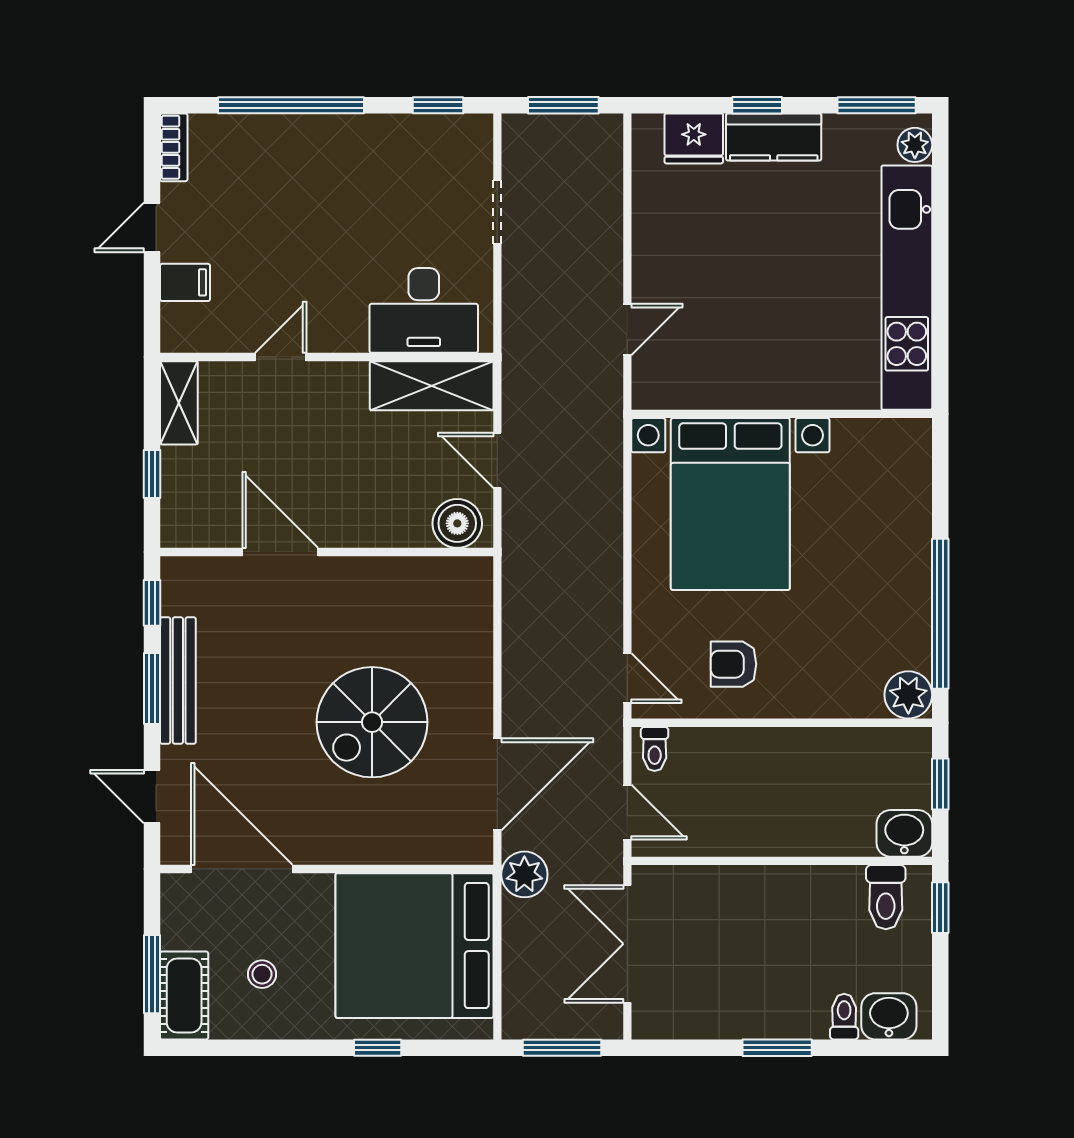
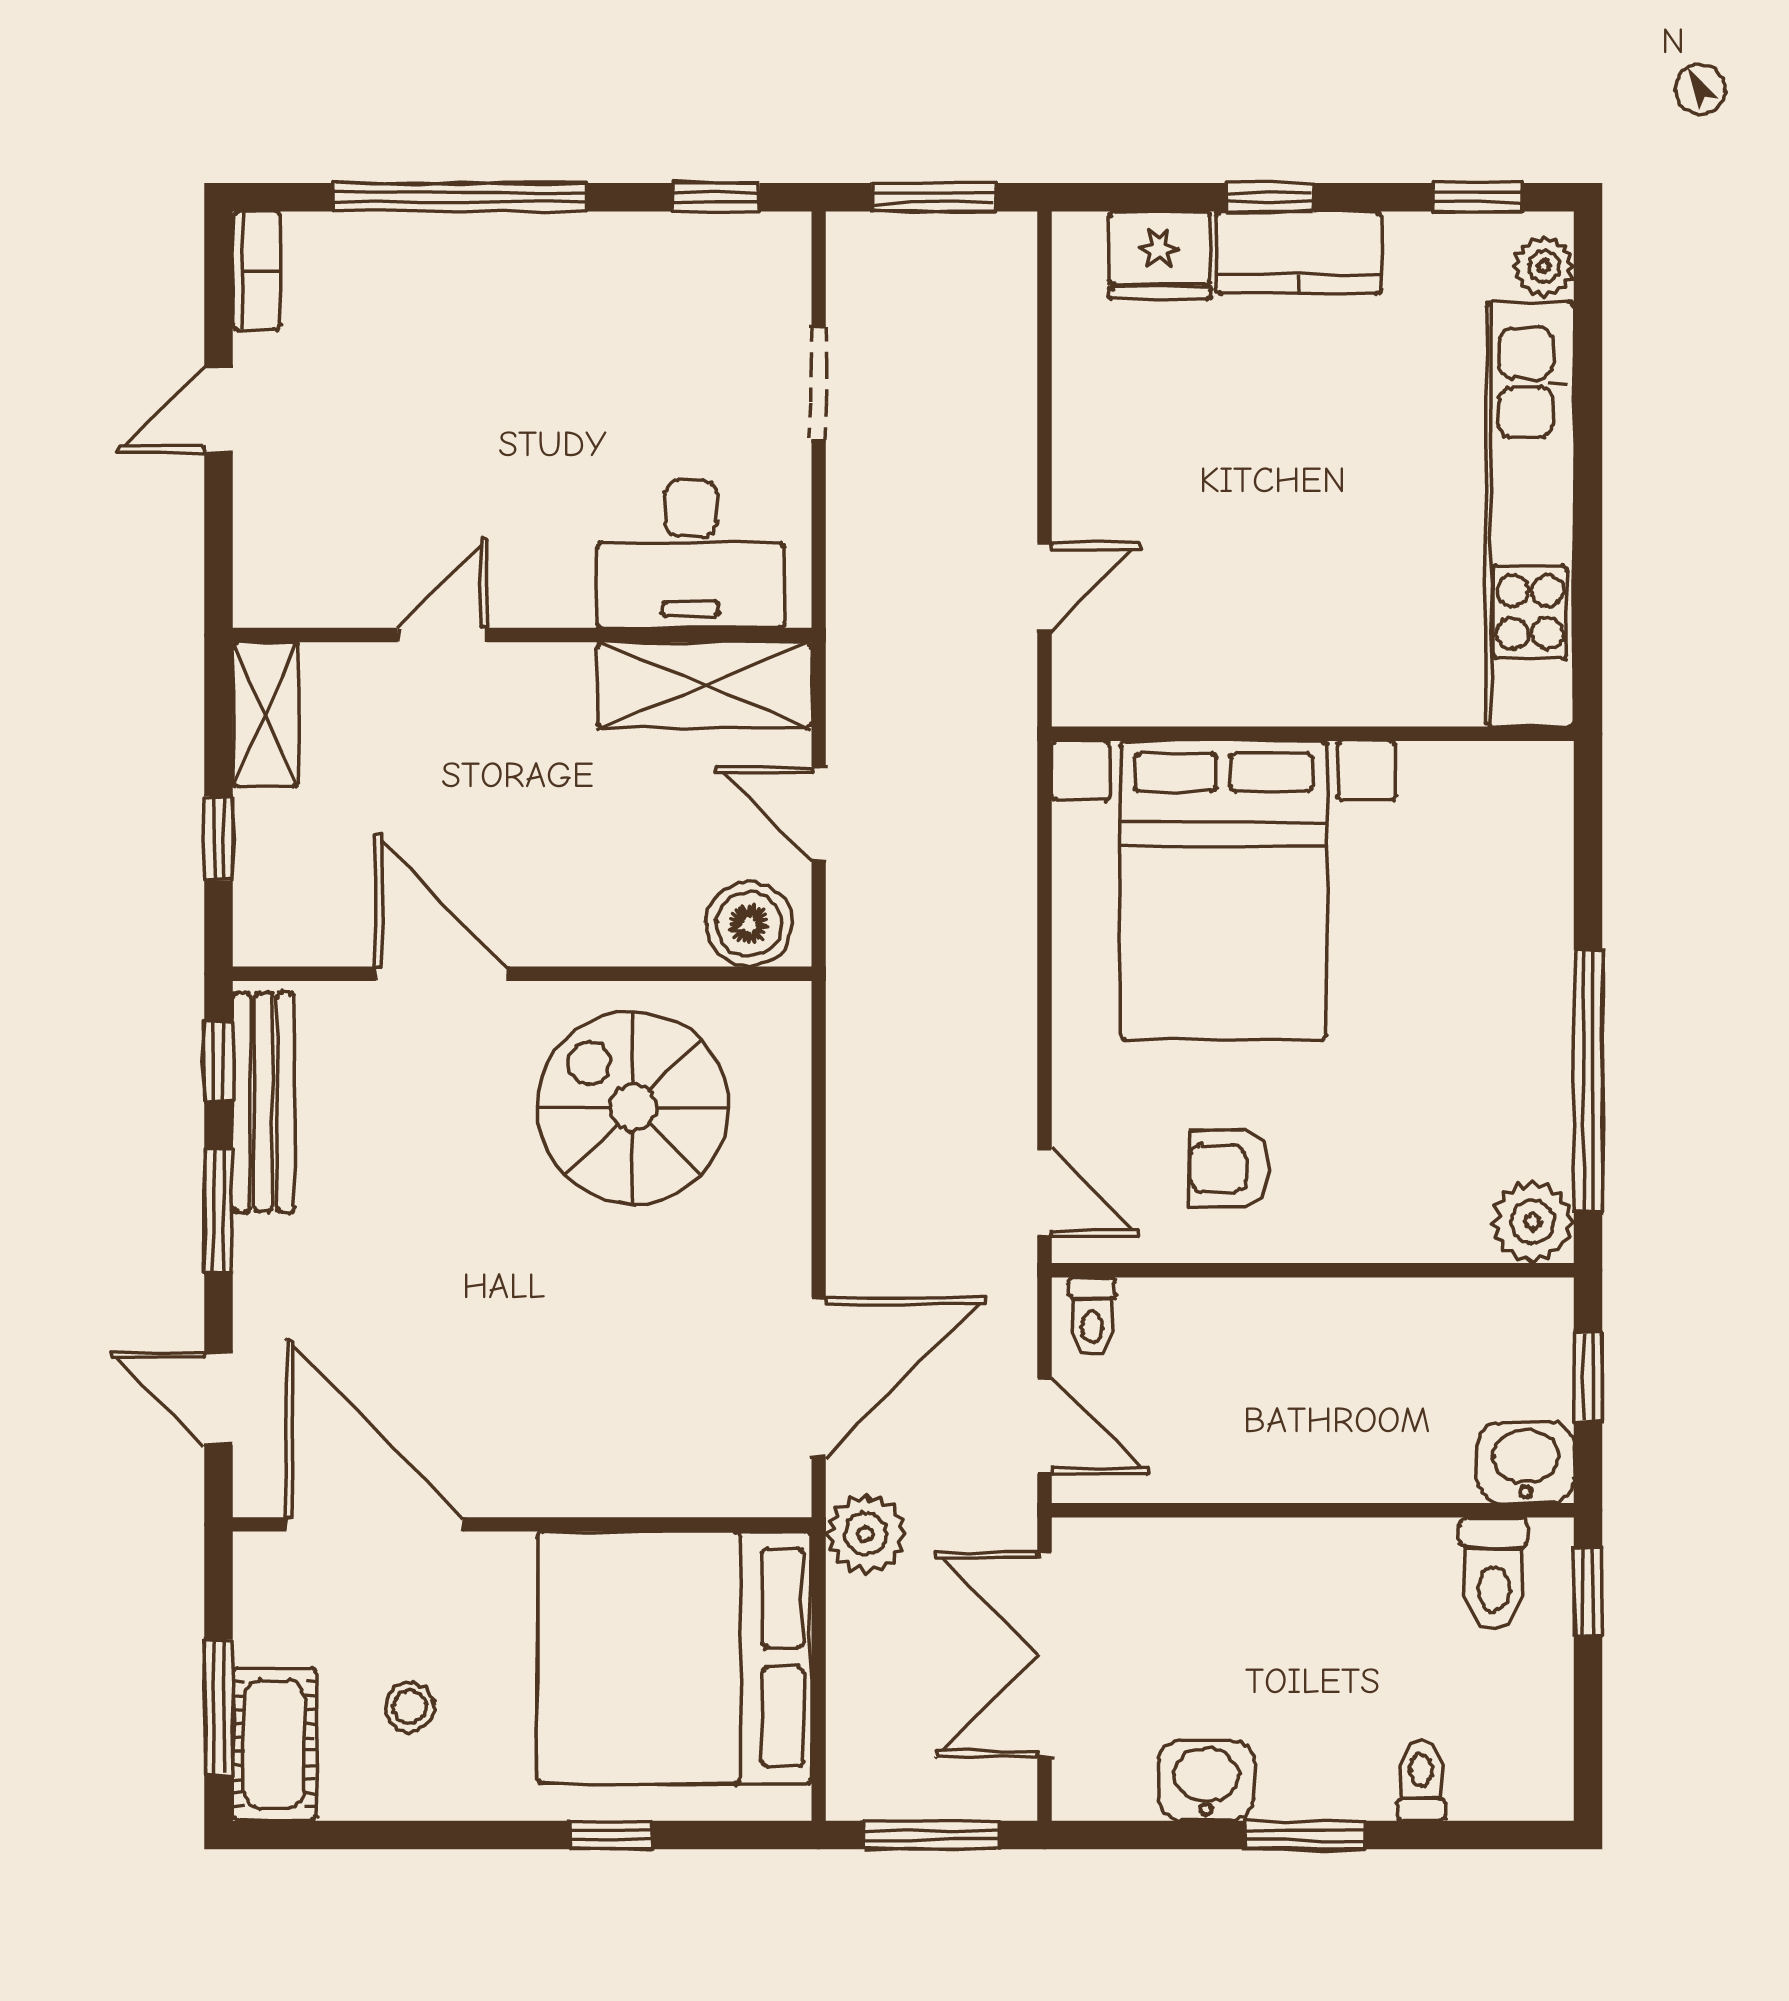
window: (877, 105) -> (1478, 197), width x0.67
filing cabinet: (185, 282) -> (276, 505), removed
bench: (178, 681) -> (264, 1102), moved
spiral stairs: (372, 722) -> (633, 1107), moved, turned 90
washbasin: (889, 1016) -> (1206, 1780), moved

